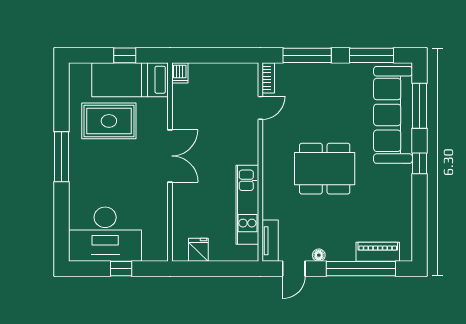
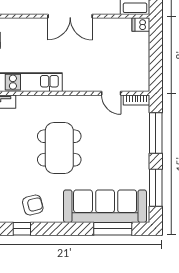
window: (419, 163) -> (22, 229), moved
armchair: (392, 200) -> (33, 205), added

